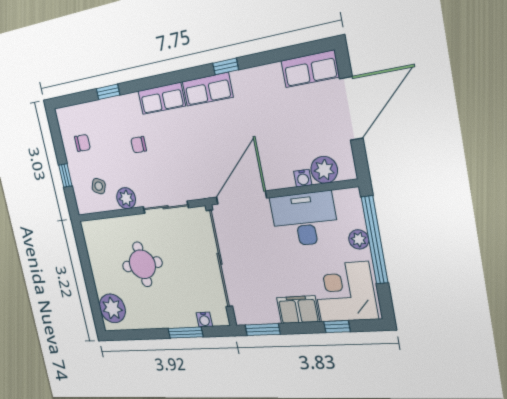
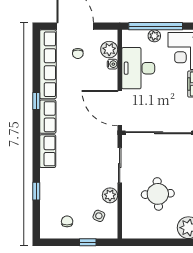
row of seats: (310, 69) -> (48, 64), width x2.02
chair: (139, 145) -> (78, 54), moved

